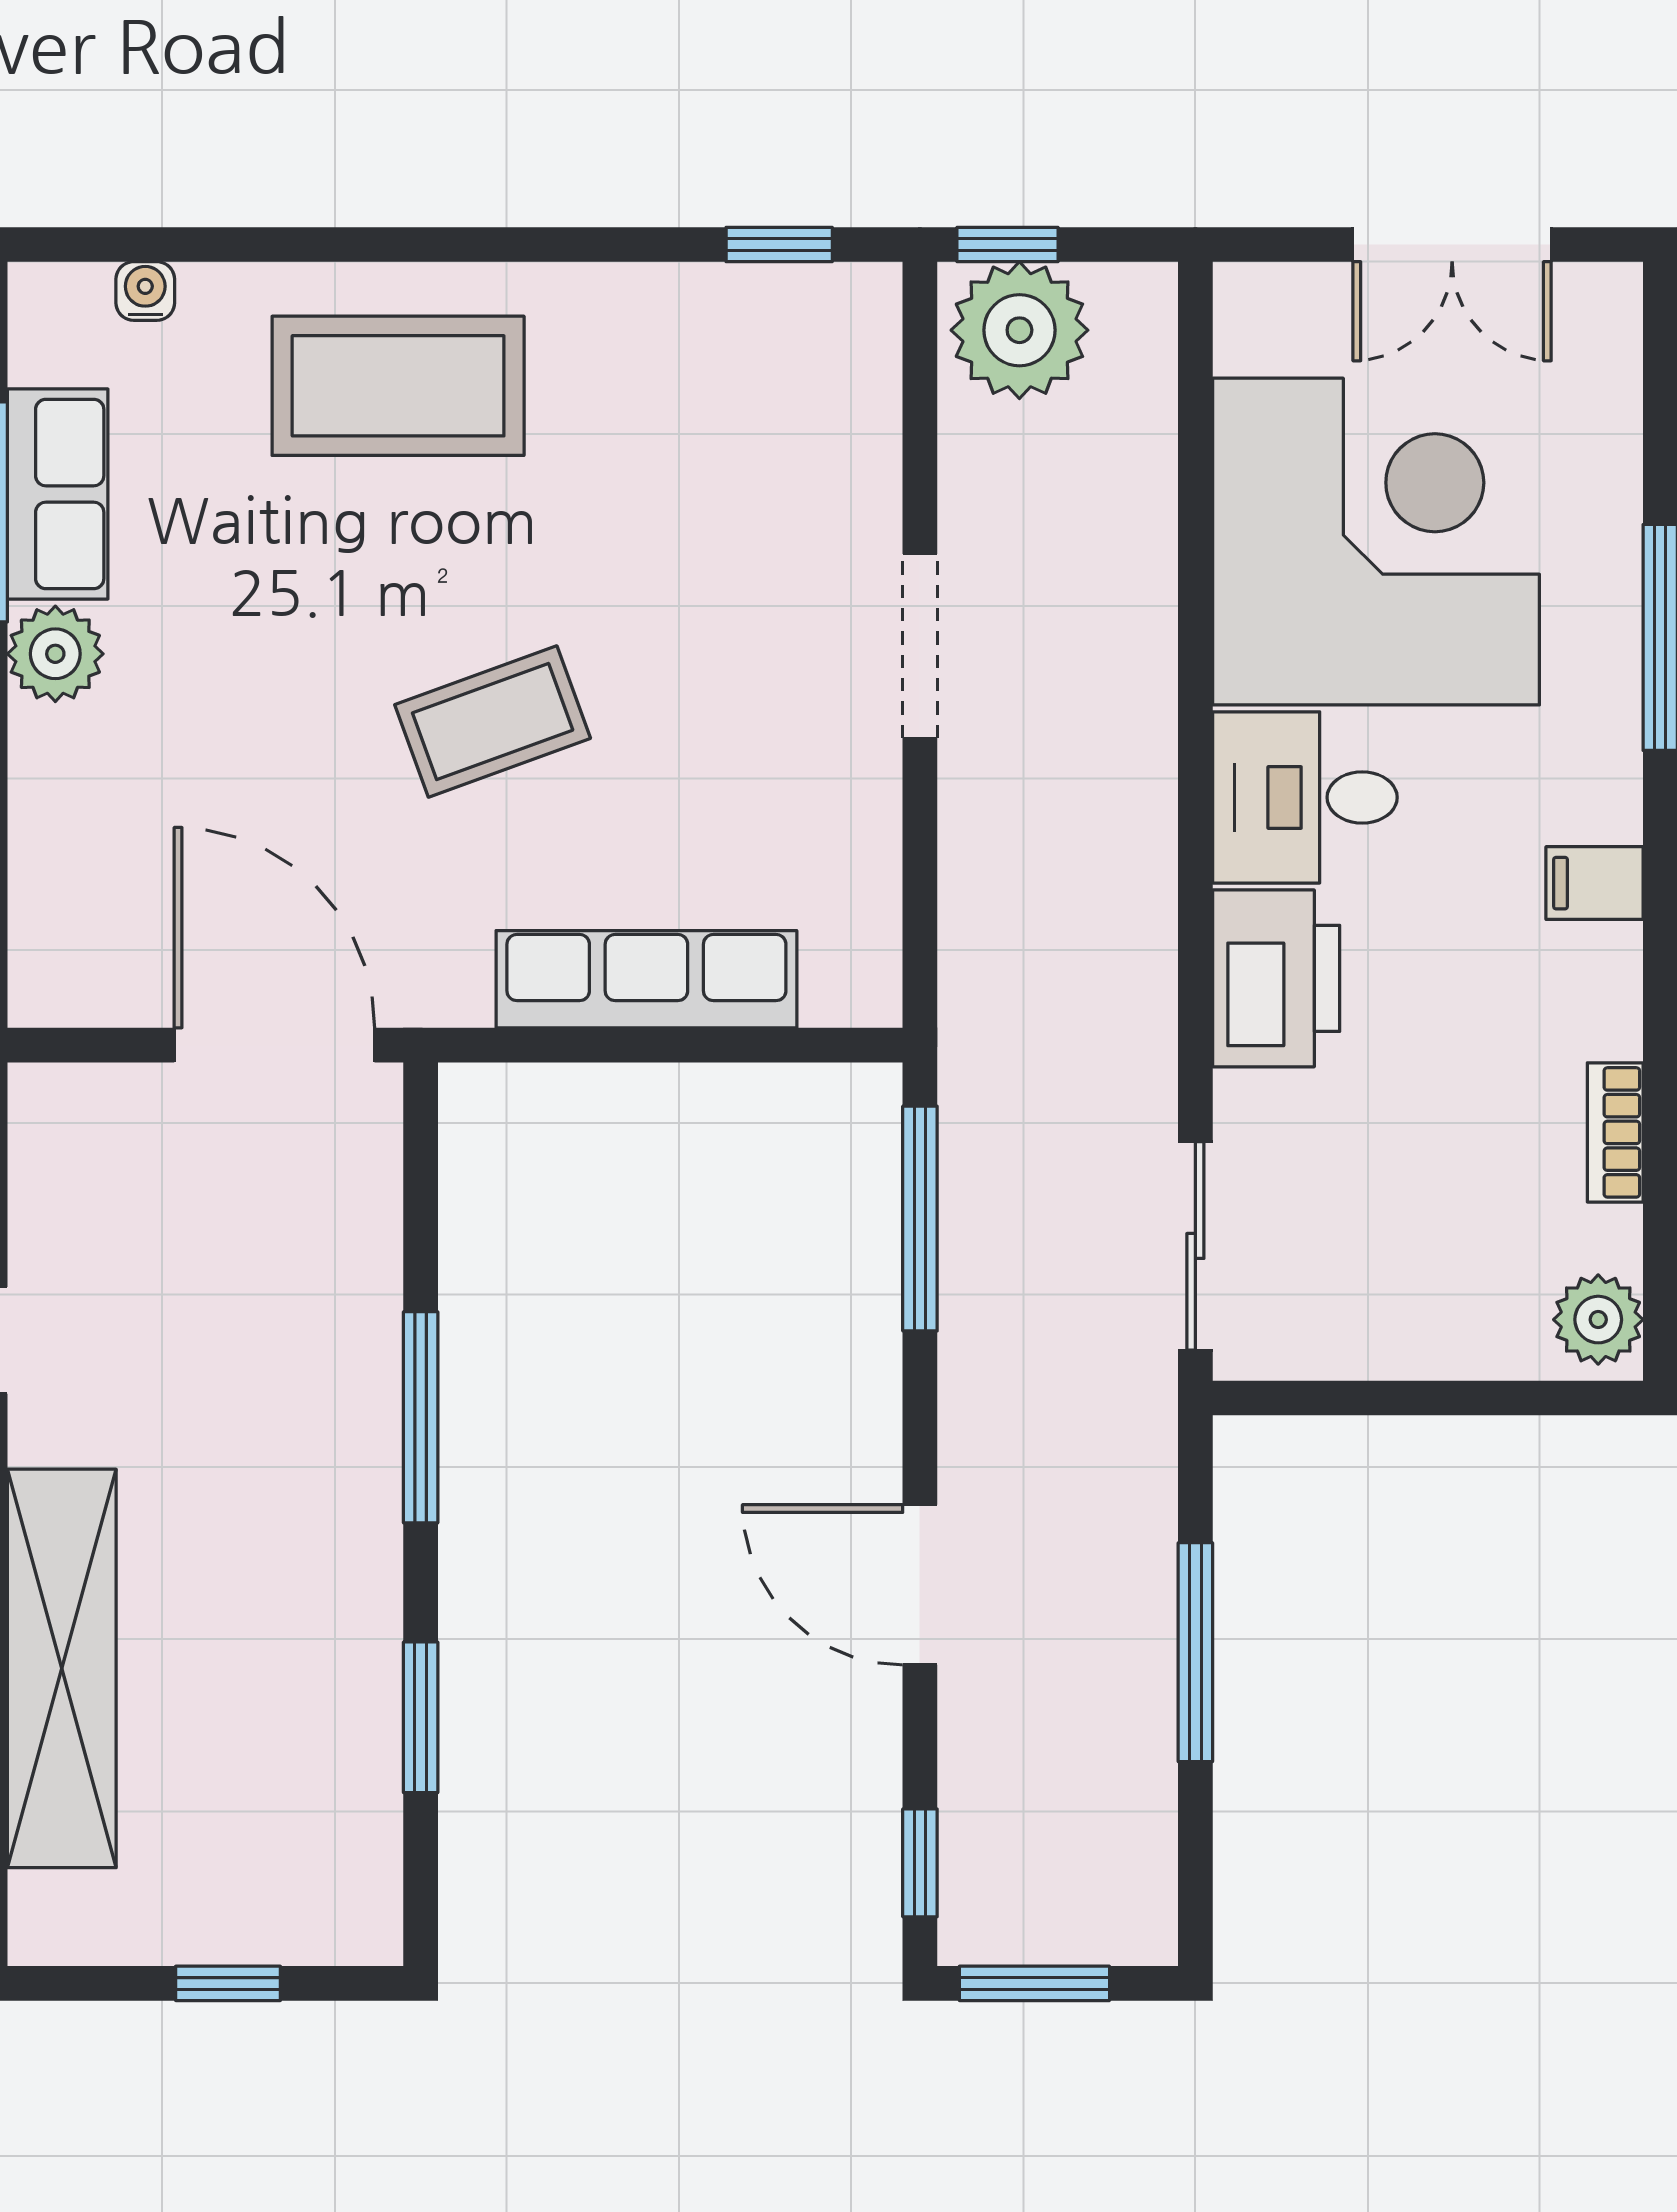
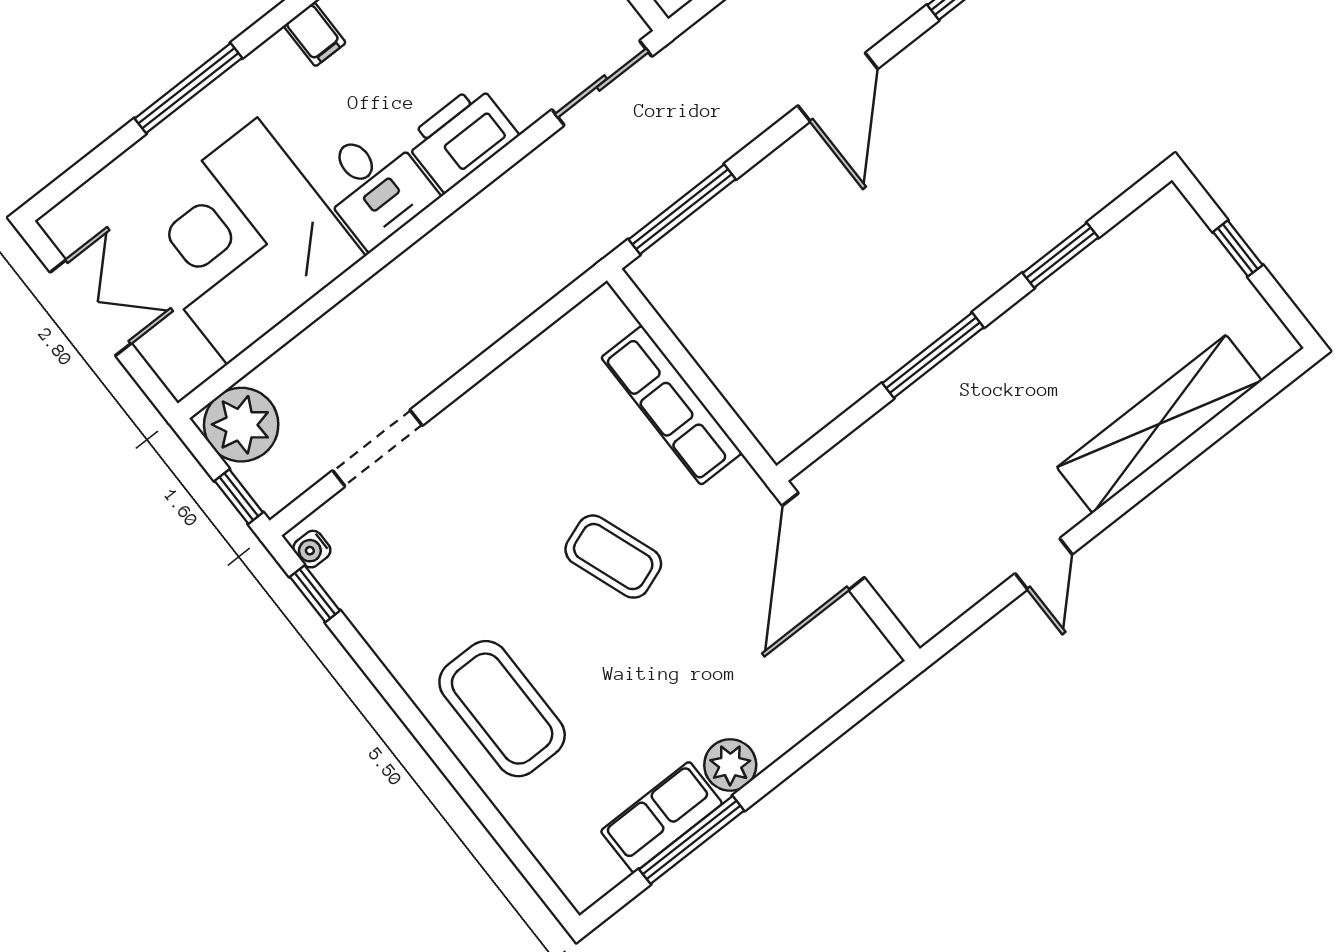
water cooler: (145, 291) -> (312, 549), moved
plant: (1019, 330) -> (241, 425), moved
doorway: (920, 646) -> (377, 448), moved

